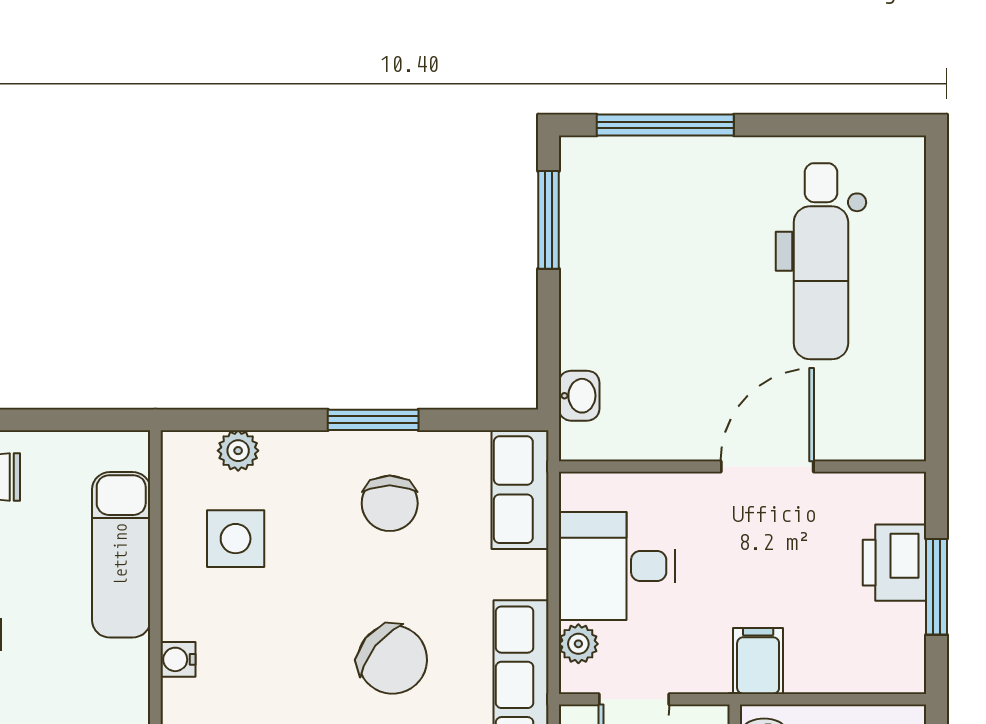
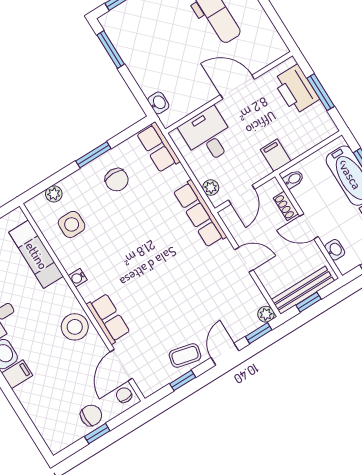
door: (767, 466) -> (237, 87), hinge flipped
printer: (894, 563) -> (296, 89), width x1.37, depth x1.19
desk: (617, 566) -> (208, 136), moved, turned 90
chair: (392, 659) -> (151, 232), removed

